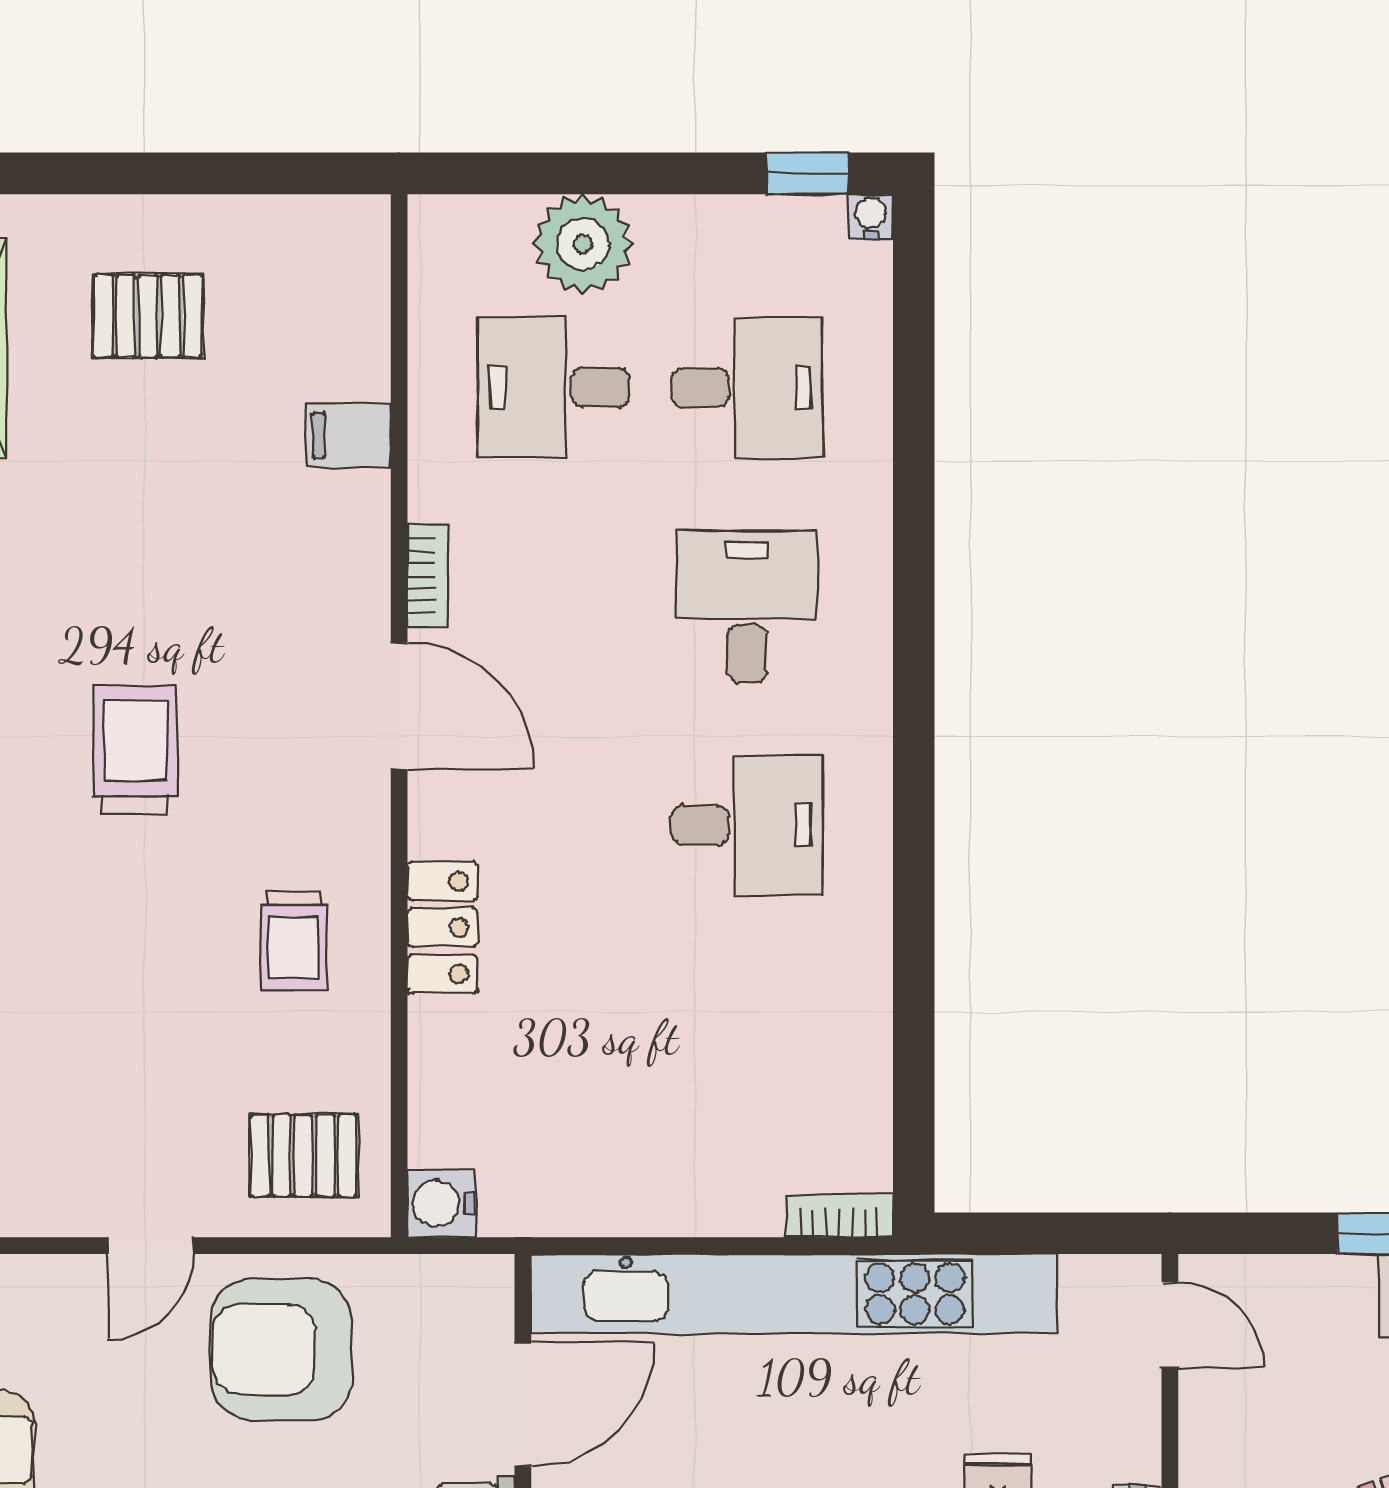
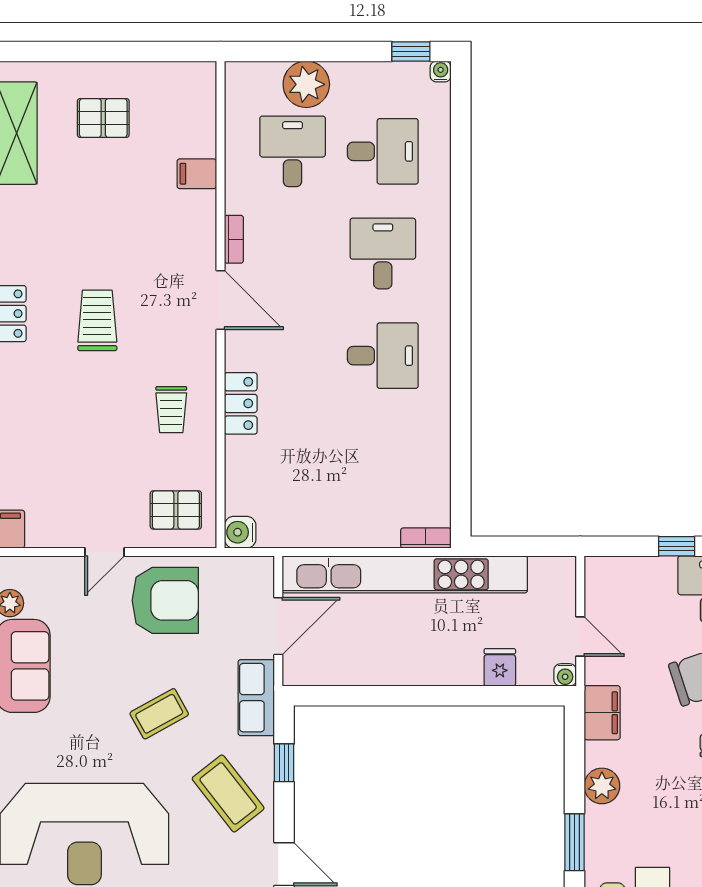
desk: (554, 388) -> (293, 151), turned 90
door: (1170, 1325) -> (580, 637), moved
armchair: (281, 1349) -> (165, 600), turned 180

